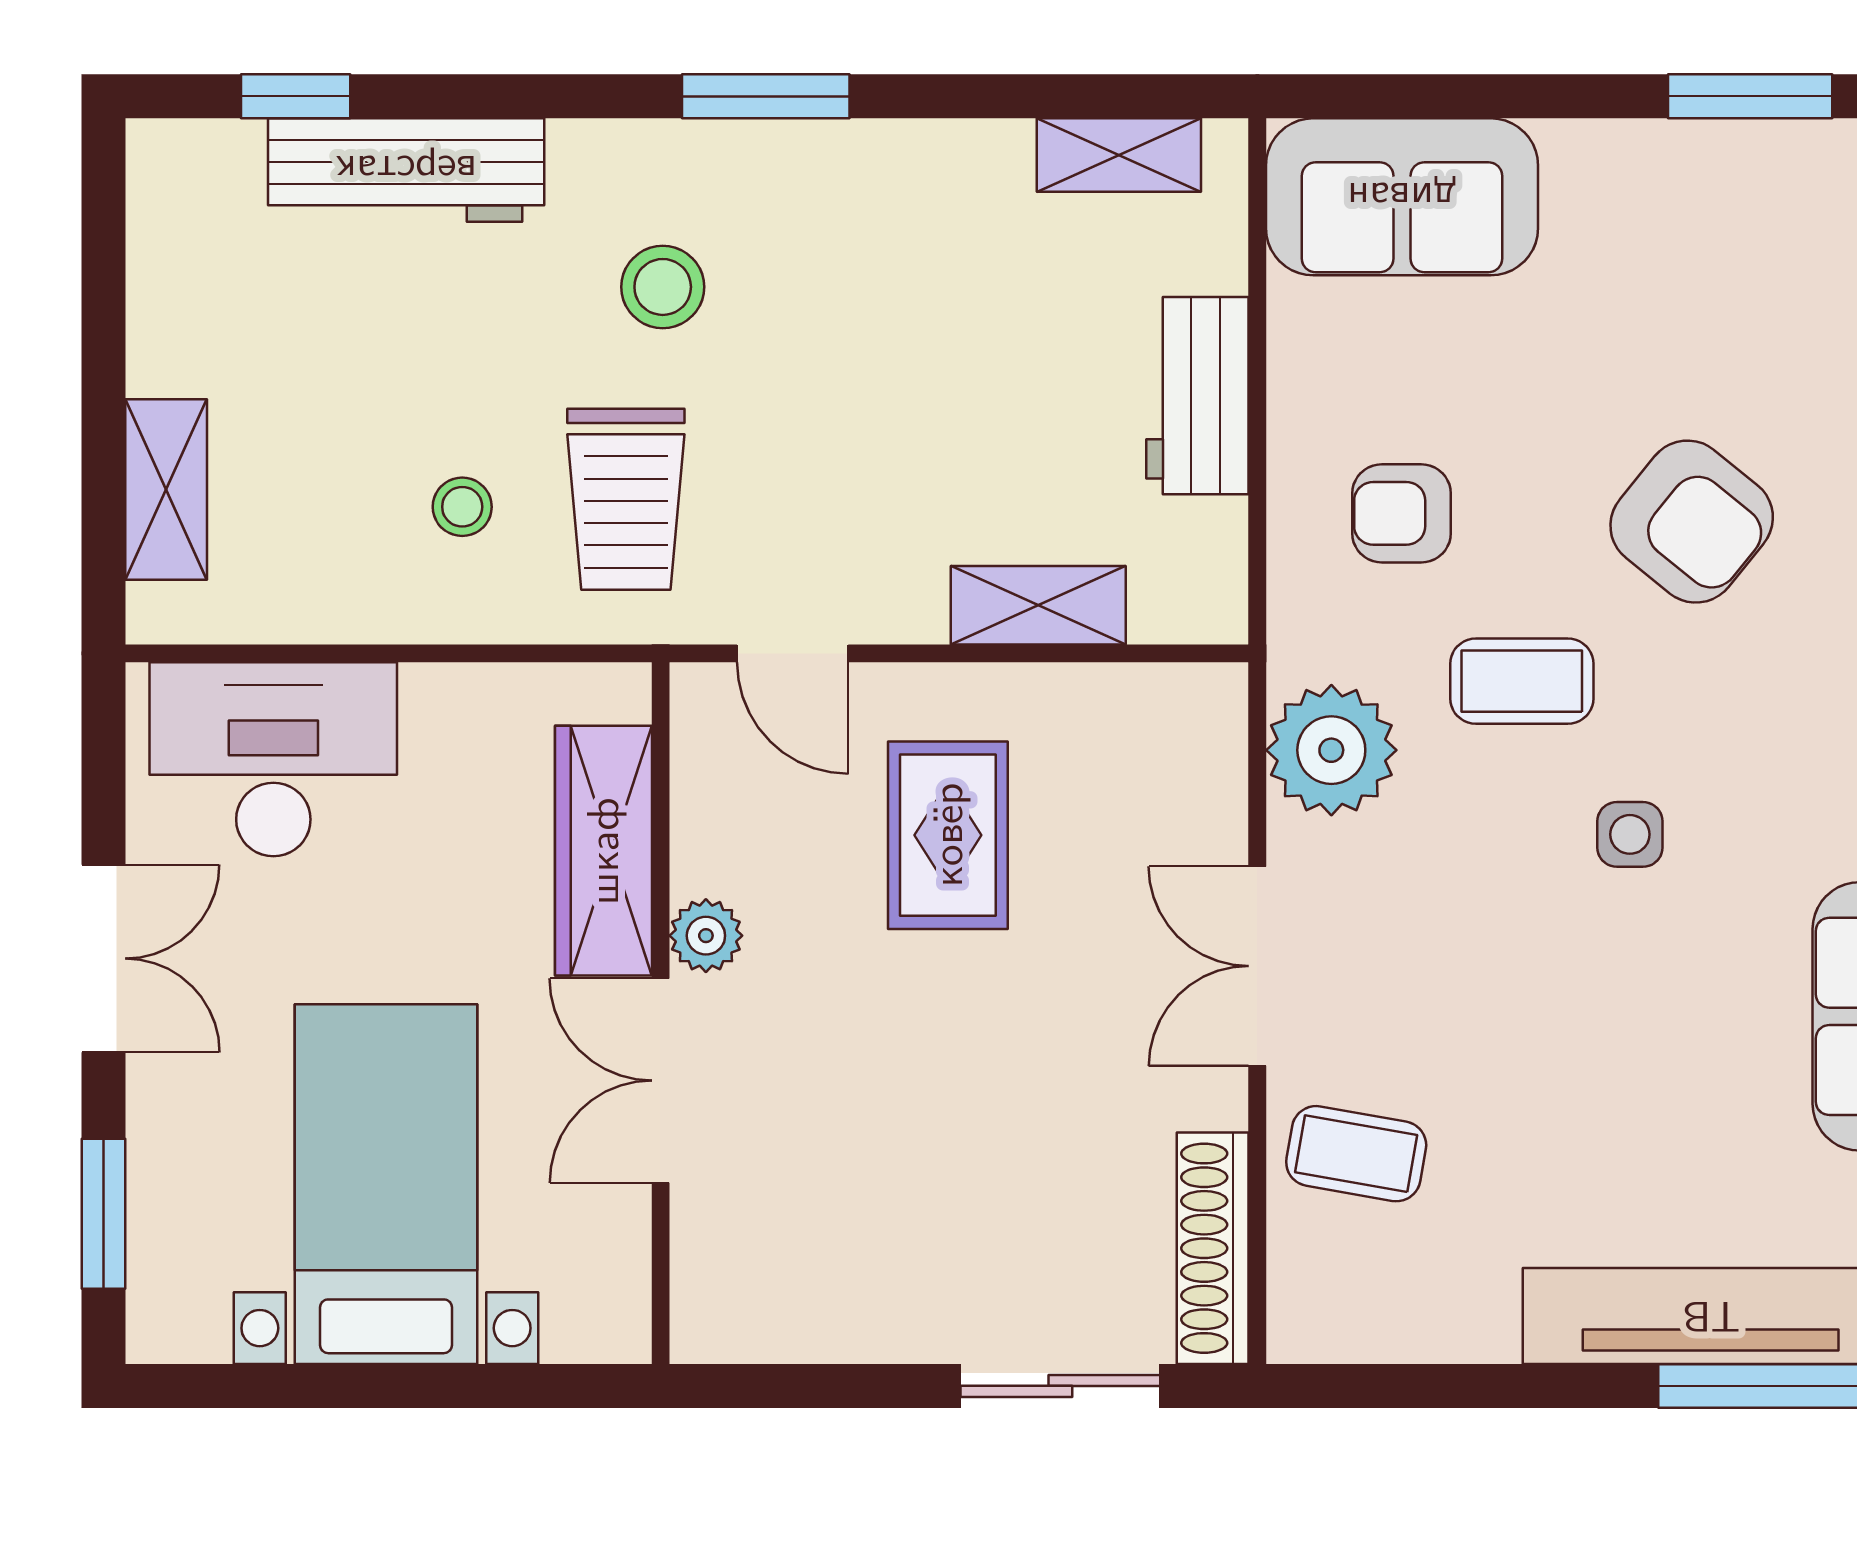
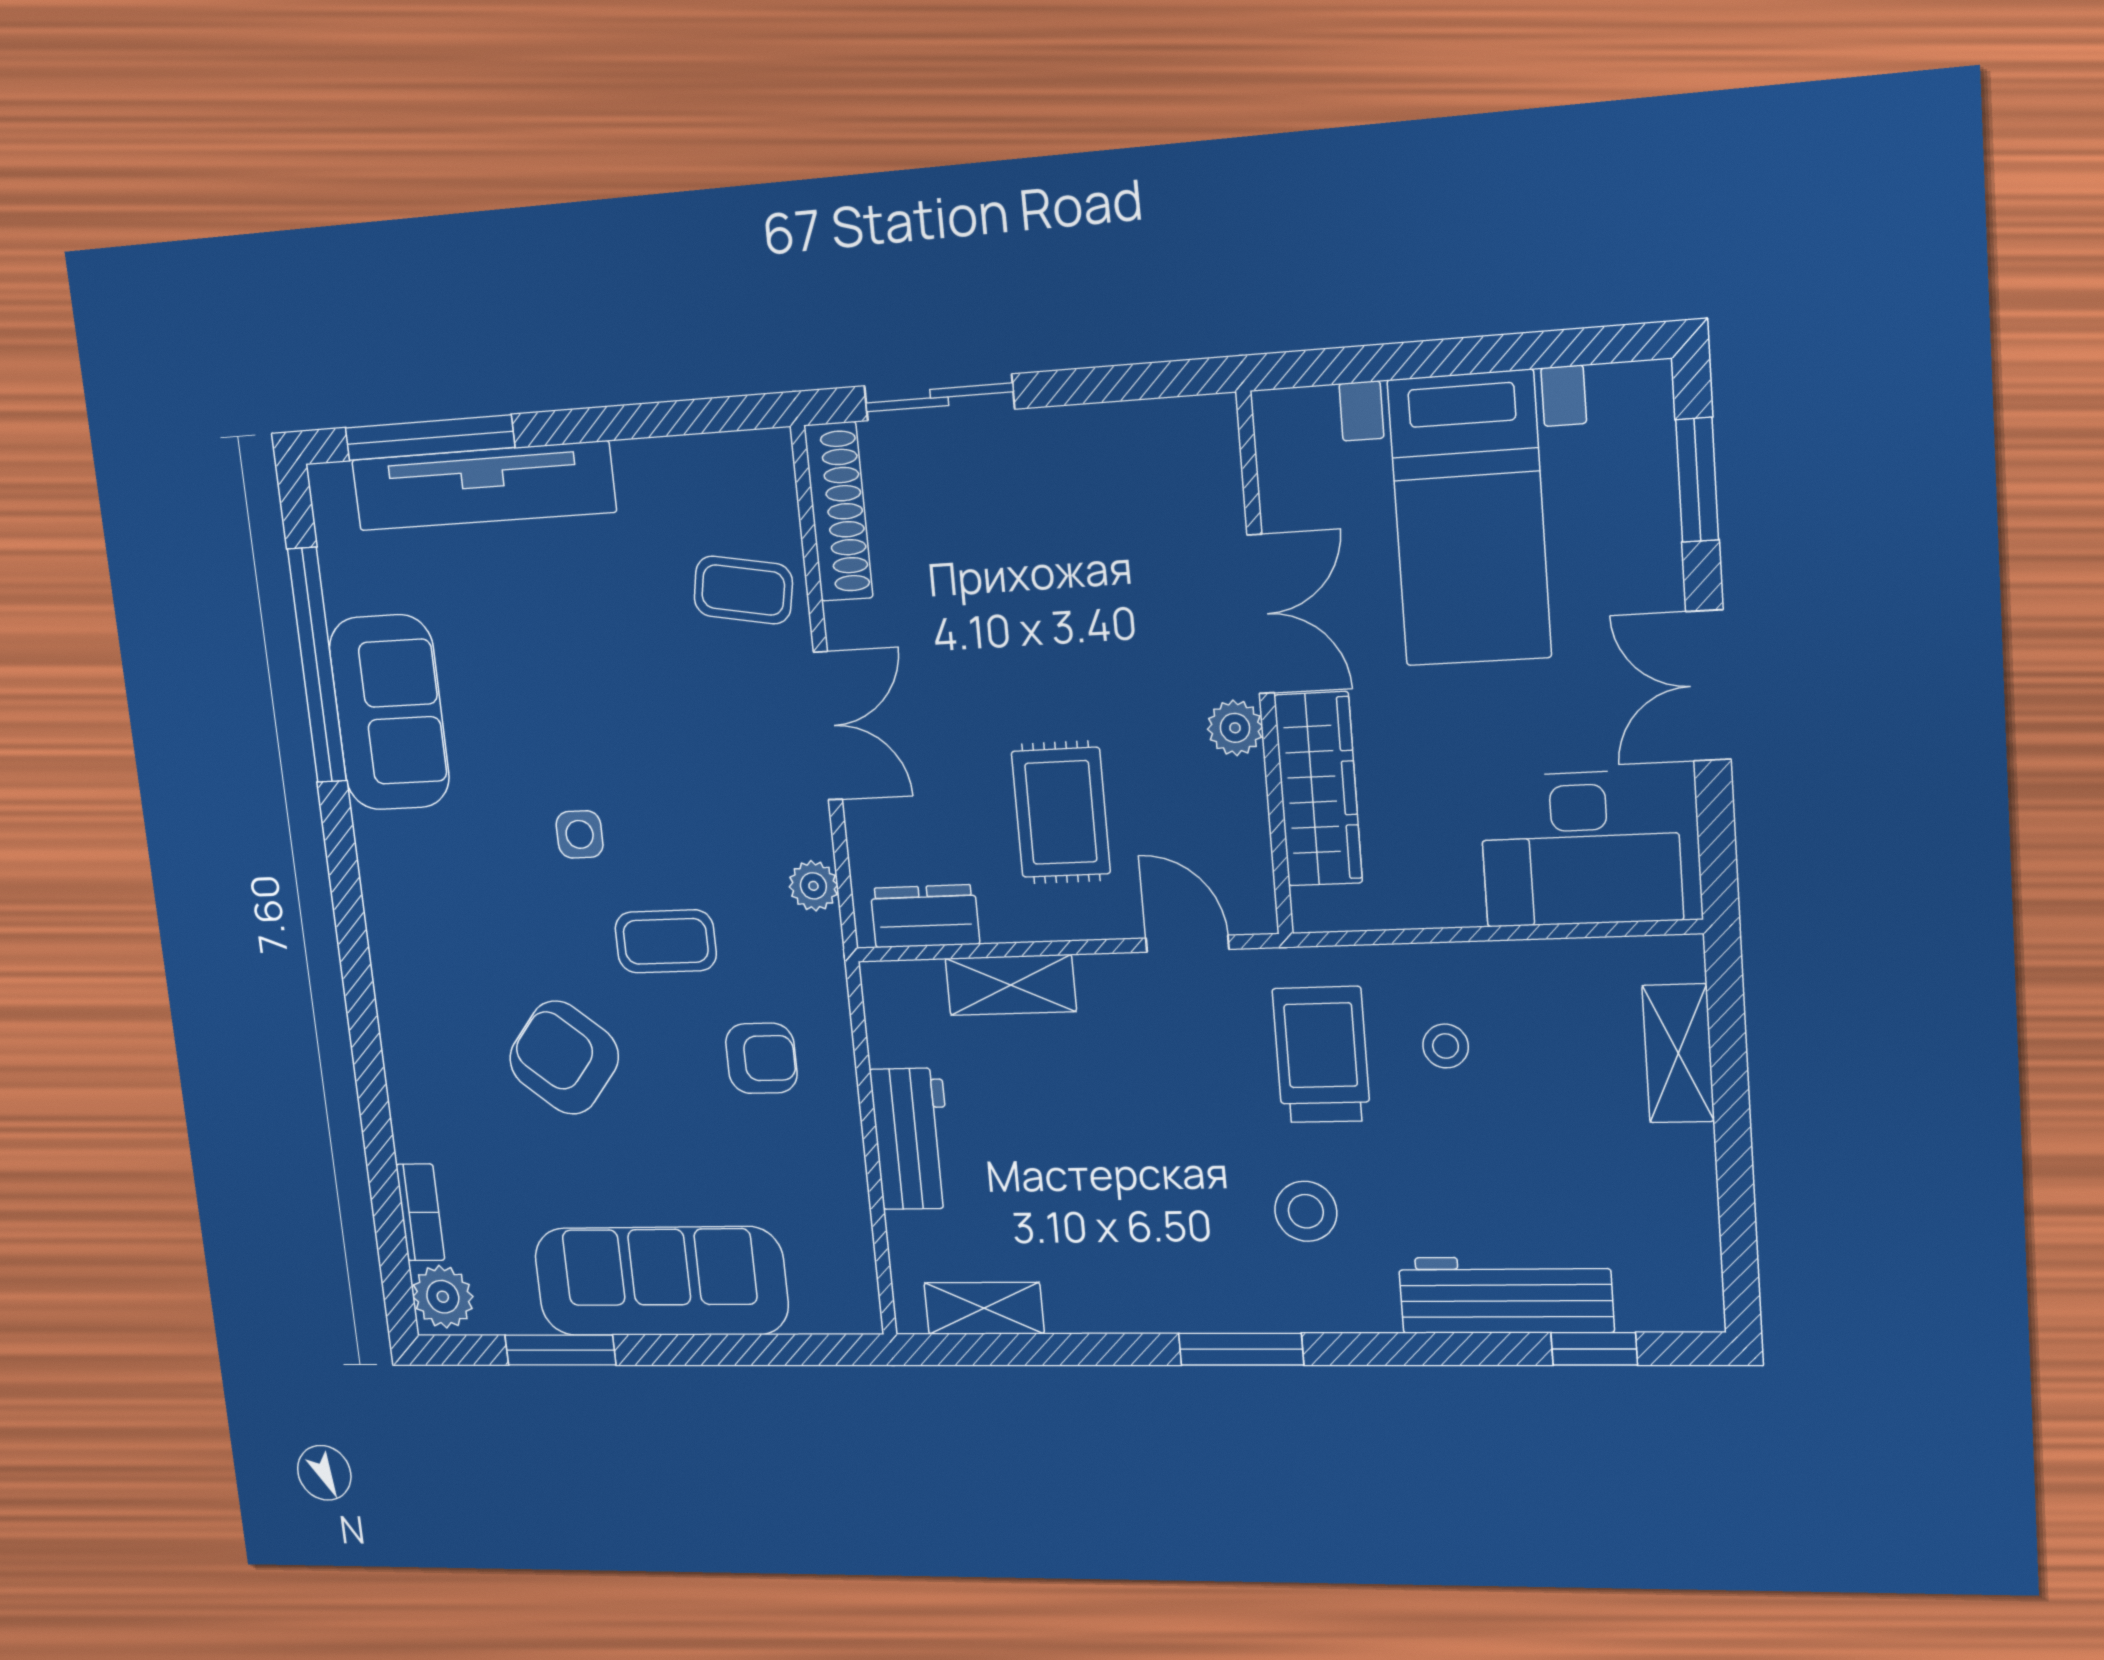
sofa: (1402, 197) -> (661, 1281), moved, width x1.36
dresser: (1148, 703) -> (925, 916), added
plant: (1331, 750) -> (813, 886), width x0.53, depth x0.53

